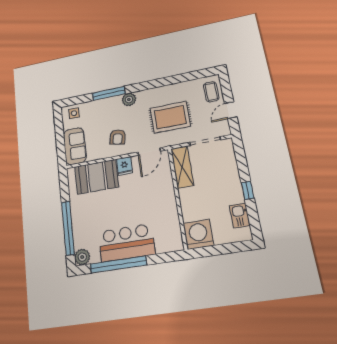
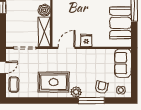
rug: (170, 117) -> (54, 82), moved
armchair: (118, 137) -> (102, 87), moved
booth: (96, 177) -> (121, 23), moved, turned 90
boiler: (187, 196) -> (44, 10), added

